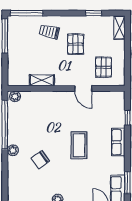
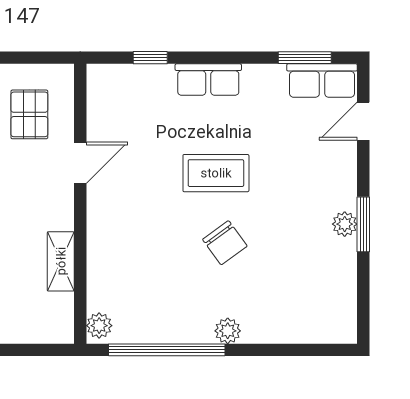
pallet: (104, 67) -> (29, 114), turned 90
chair: (40, 160) -> (225, 243), moved

